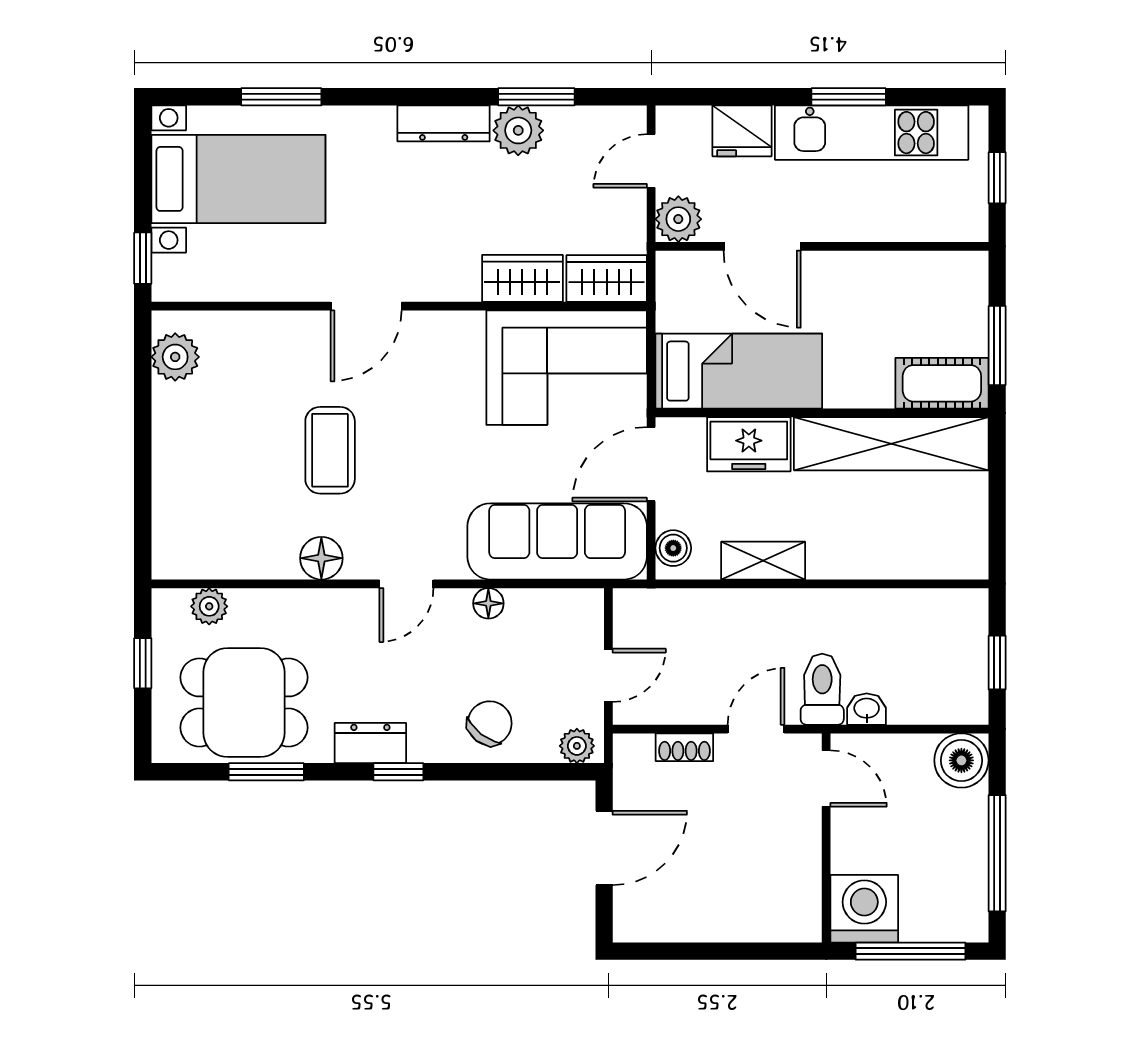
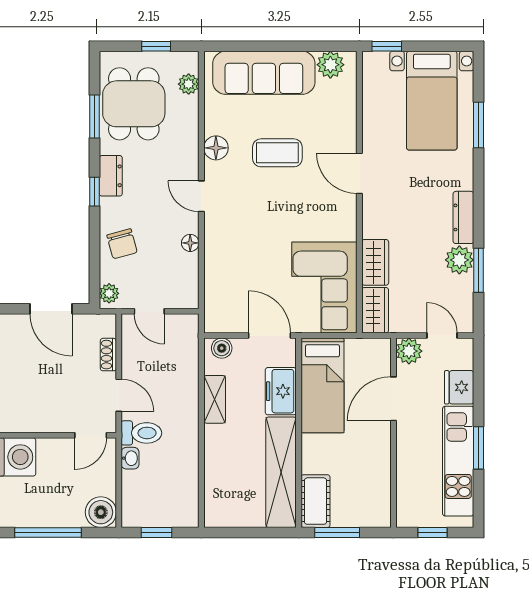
sofa: (557, 541) -> (264, 73), moved, turned 90
chair: (490, 723) -> (122, 244), turned 37

